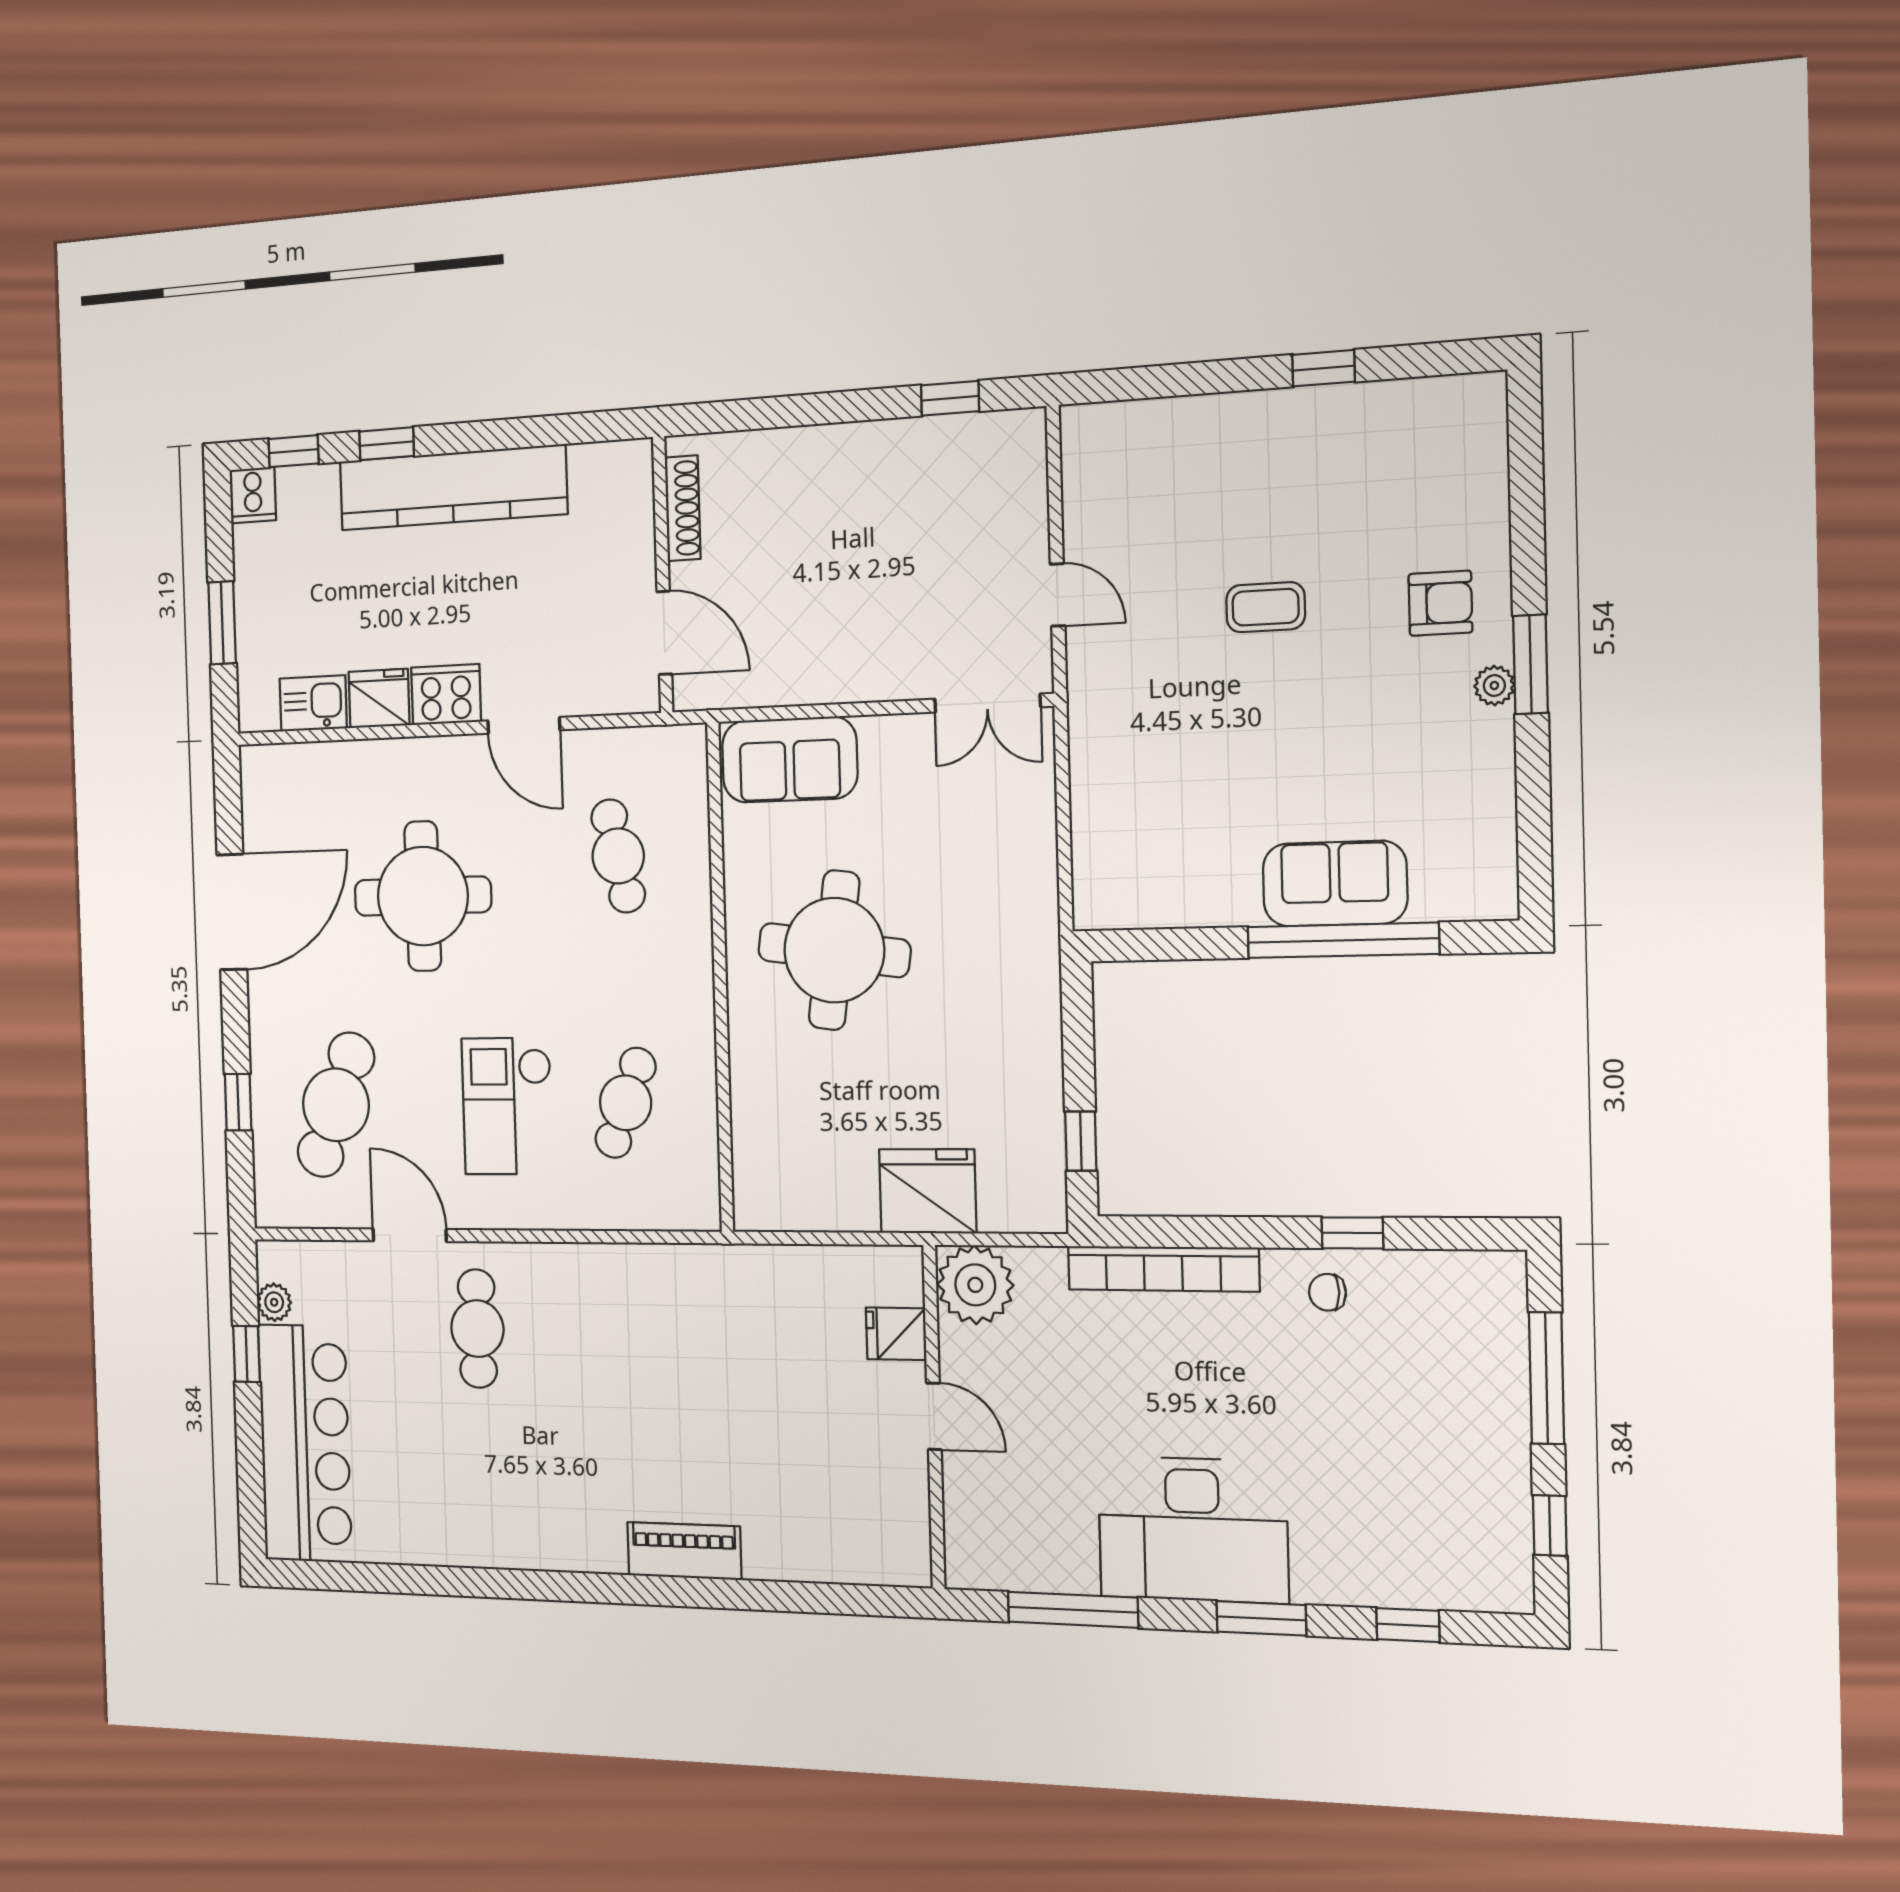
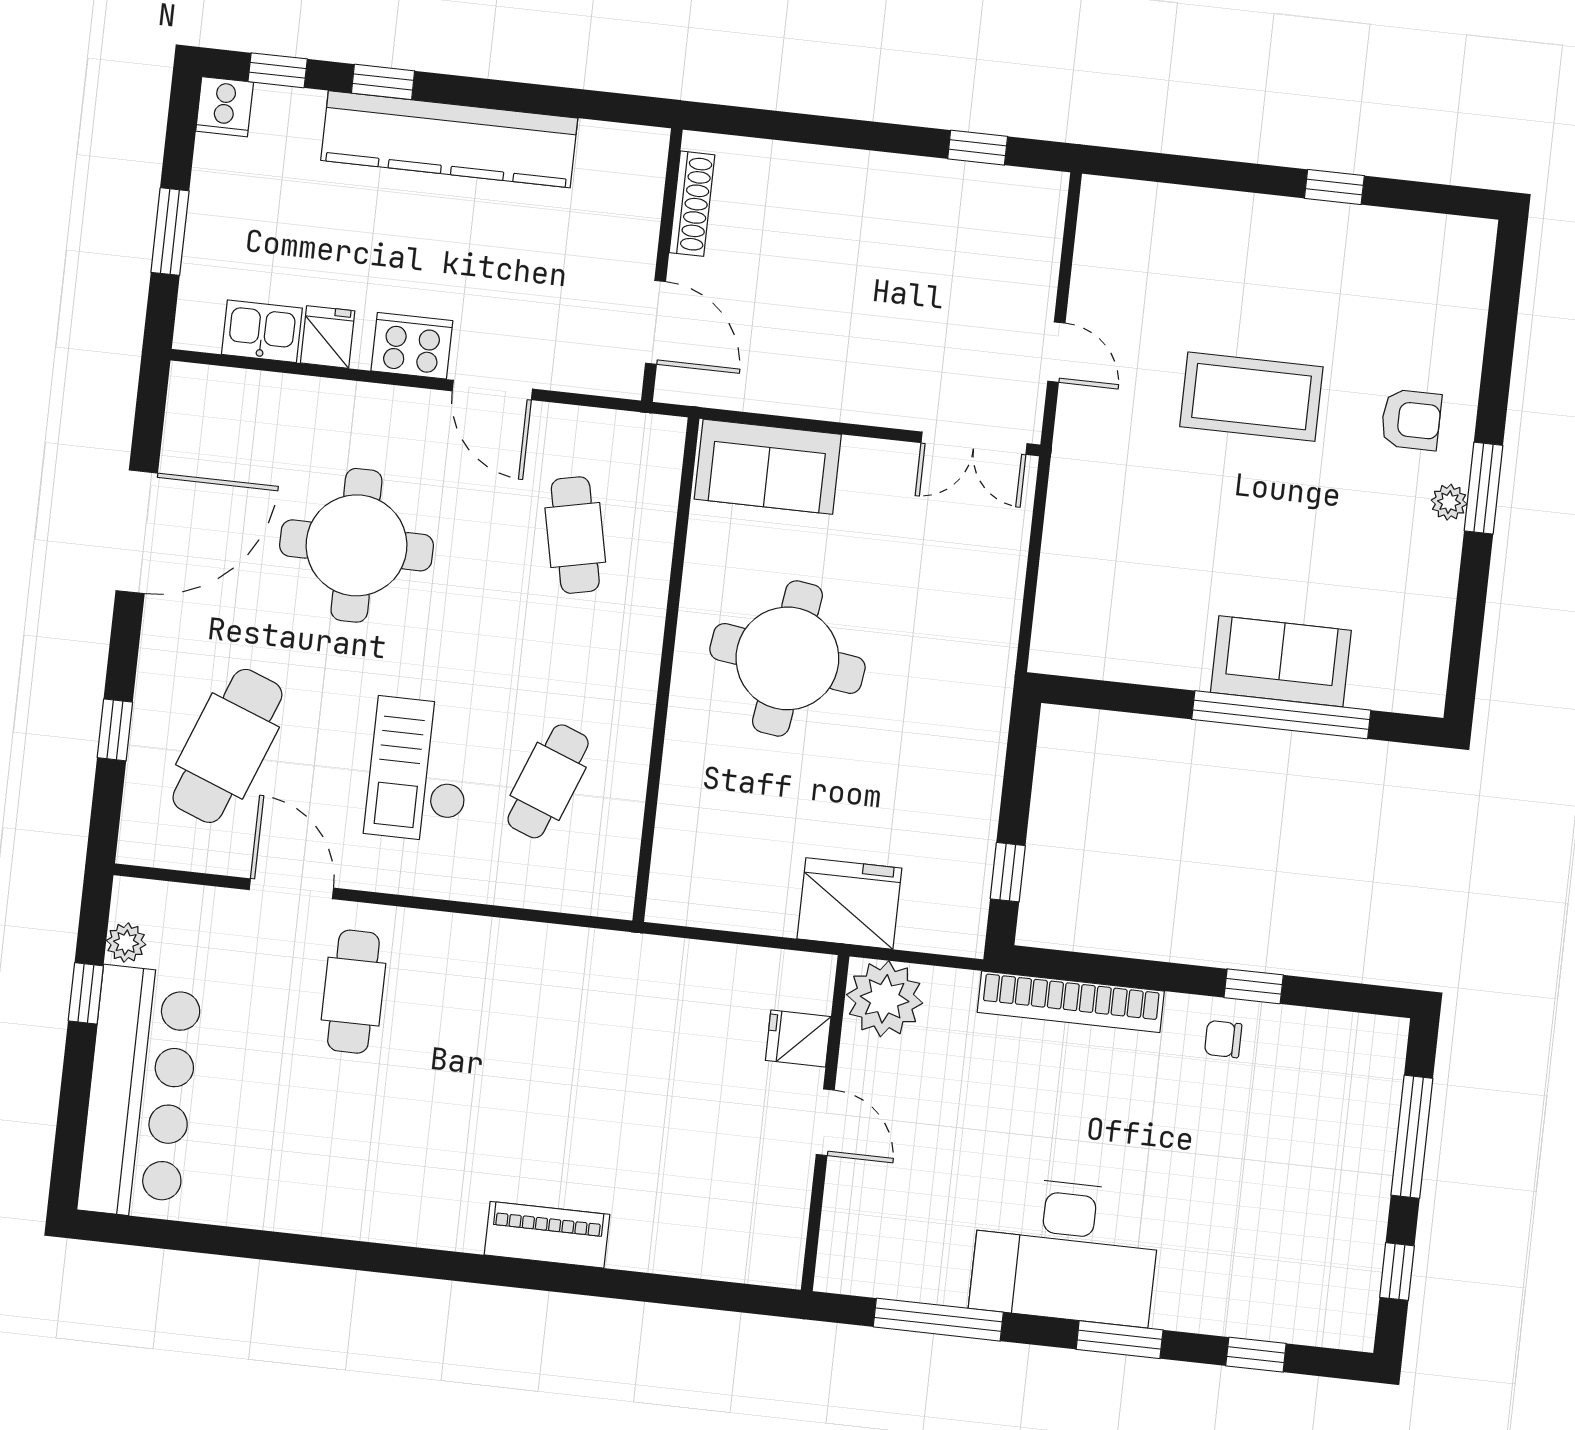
coffee table: (1266, 607) -> (1251, 397), width x1.86, depth x1.72
fridge: (379, 699) -> (328, 337), width x0.72

